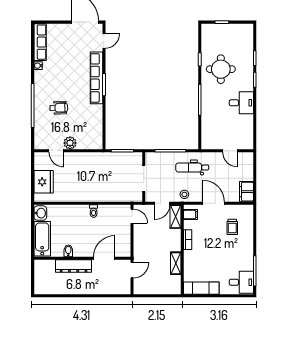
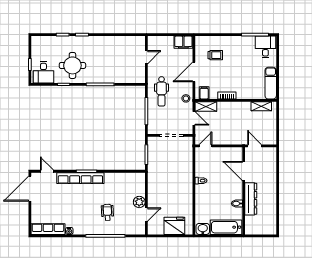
desk: (241, 103) -> (43, 72), moved, turned 180
shelving: (176, 263) -> (261, 106), moved

